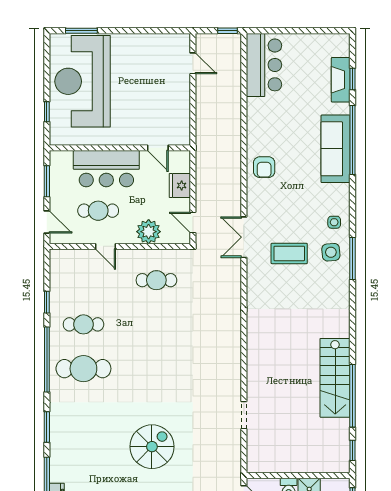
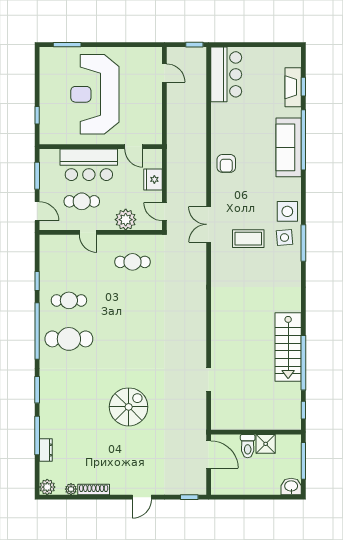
reception desk: (82, 81) -> (95, 94), moved
side table: (334, 222) -> (287, 211), width x1.87, depth x1.87

